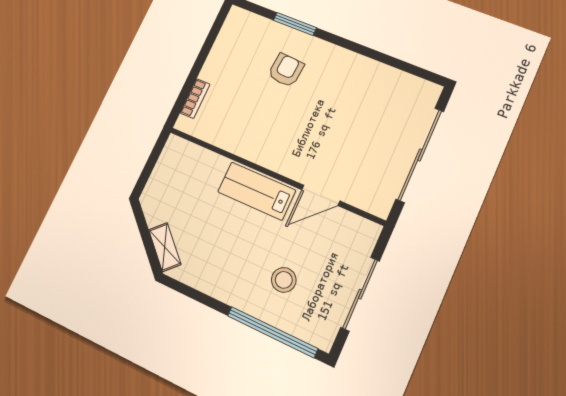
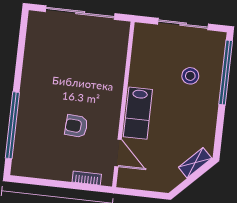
window: (295, 24) -> (12, 125), width x2.11
armchair: (286, 70) -> (76, 126), moved
door: (321, 195) -> (118, 153), moved

